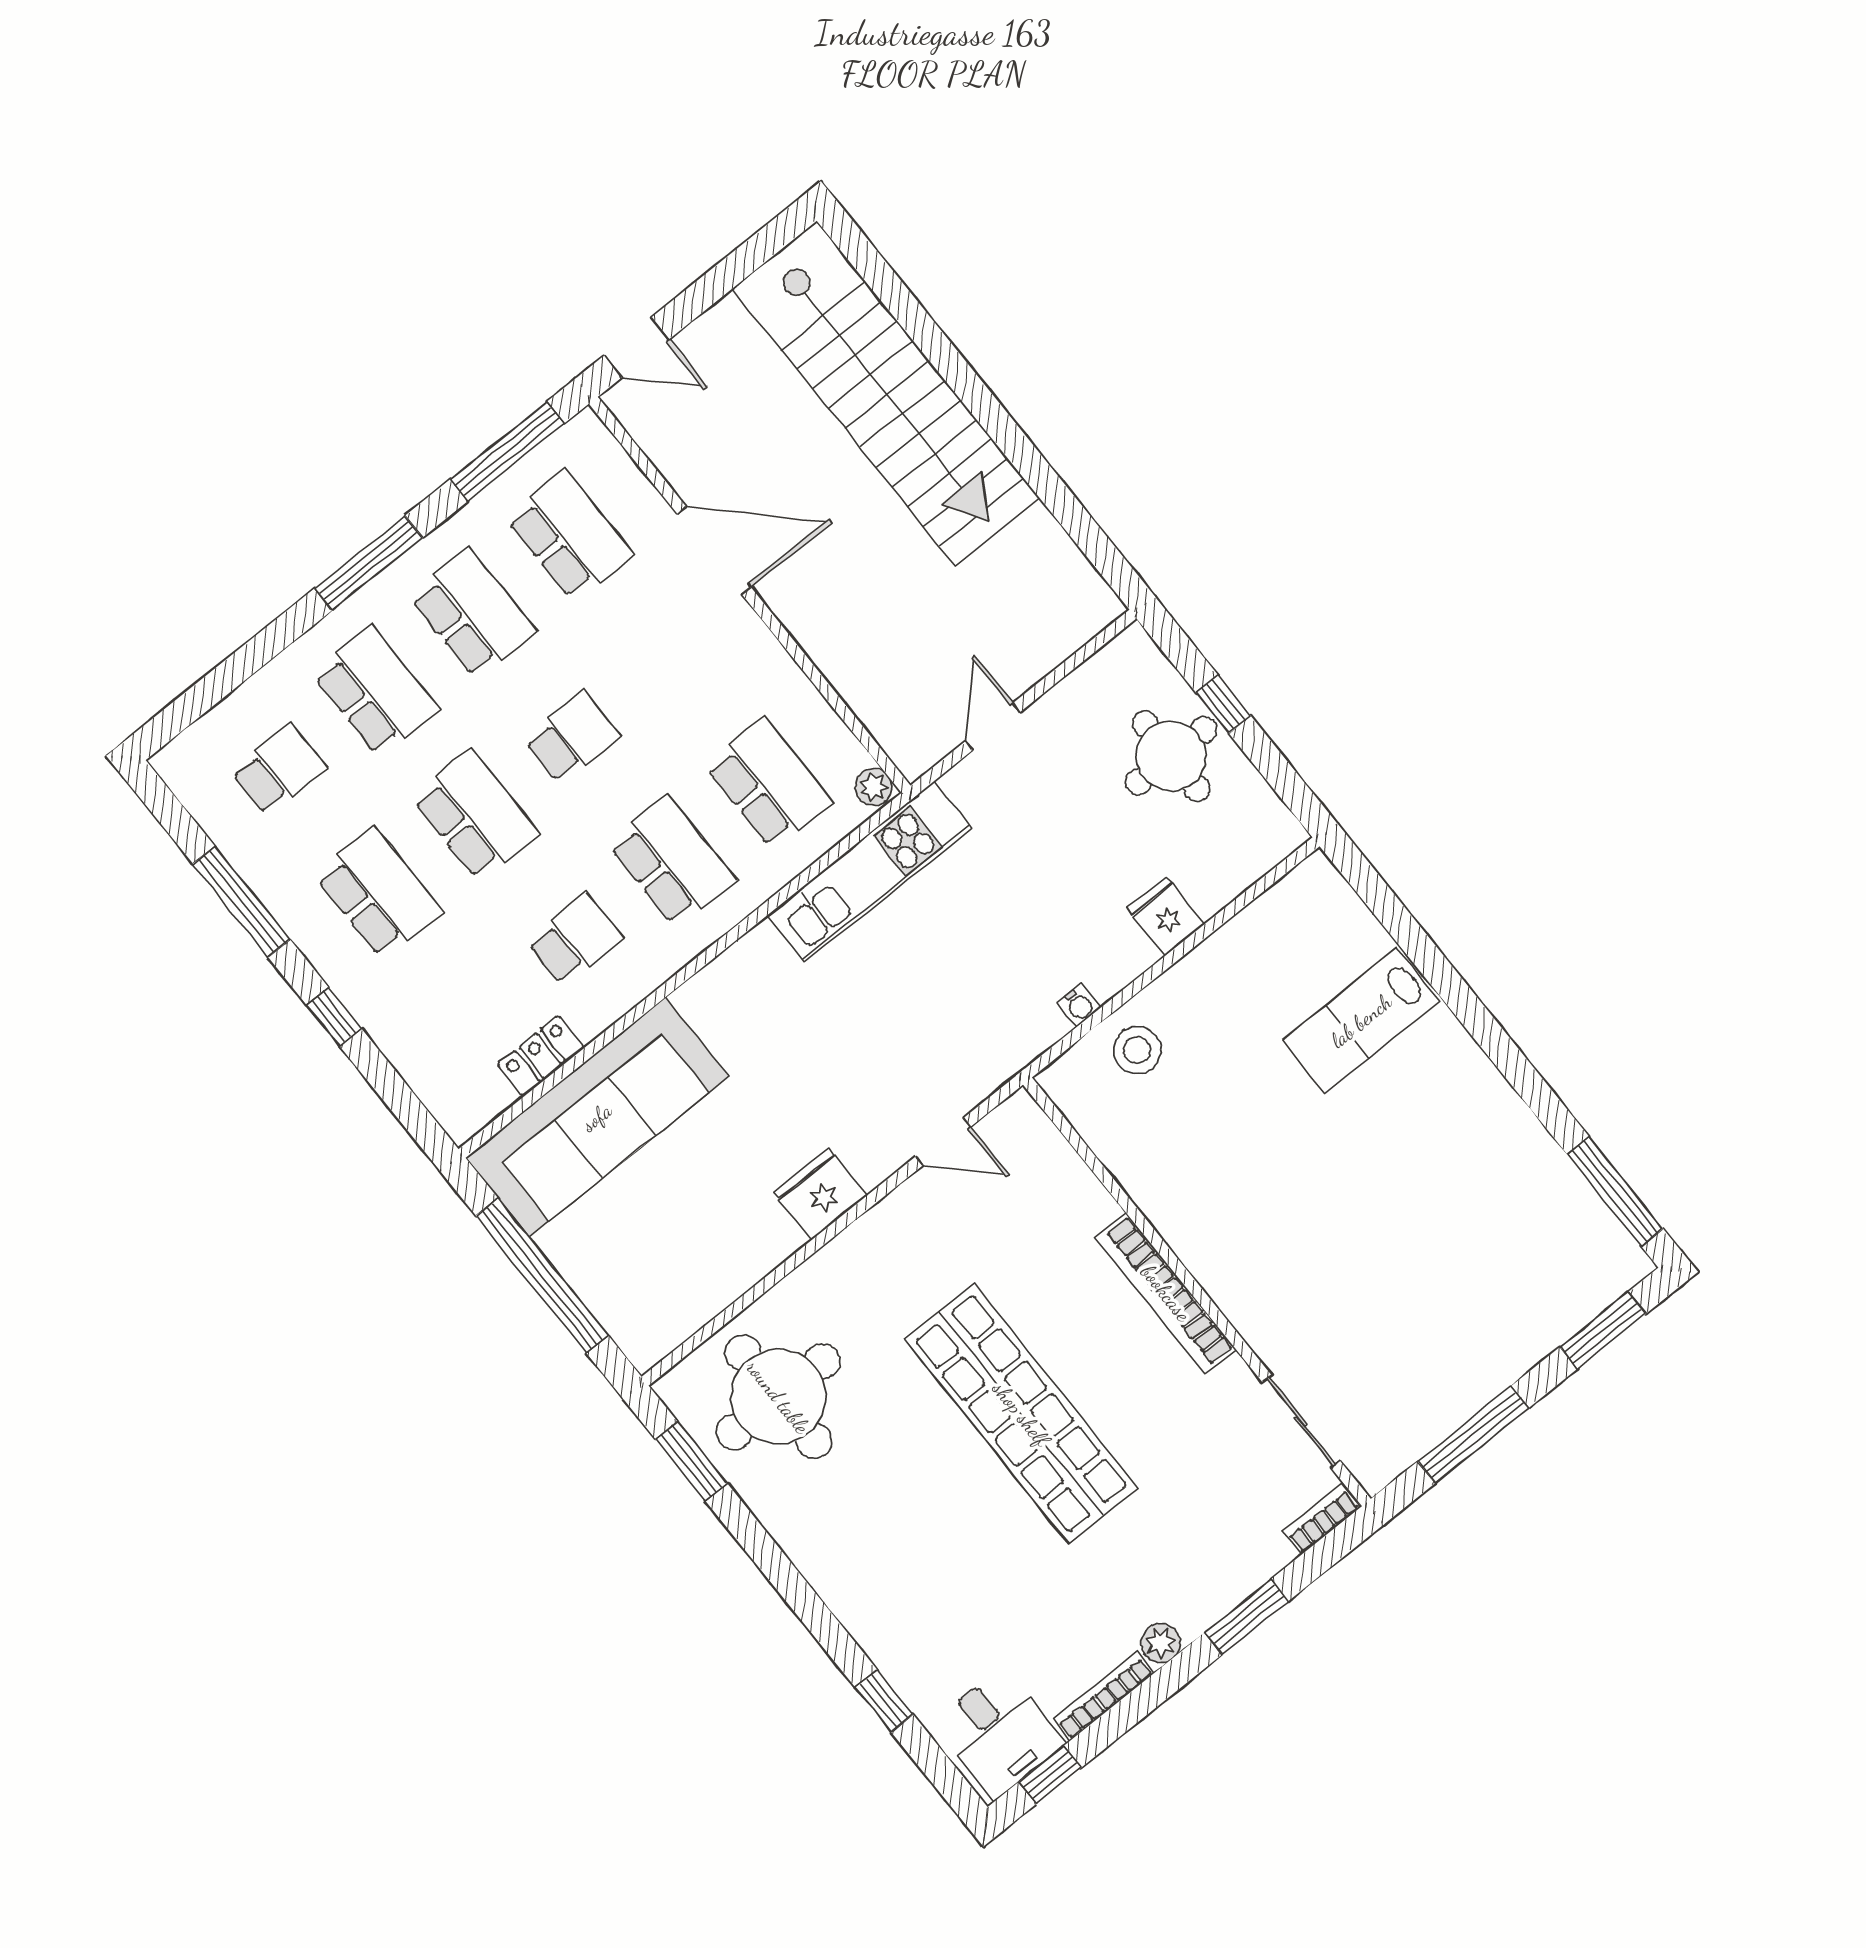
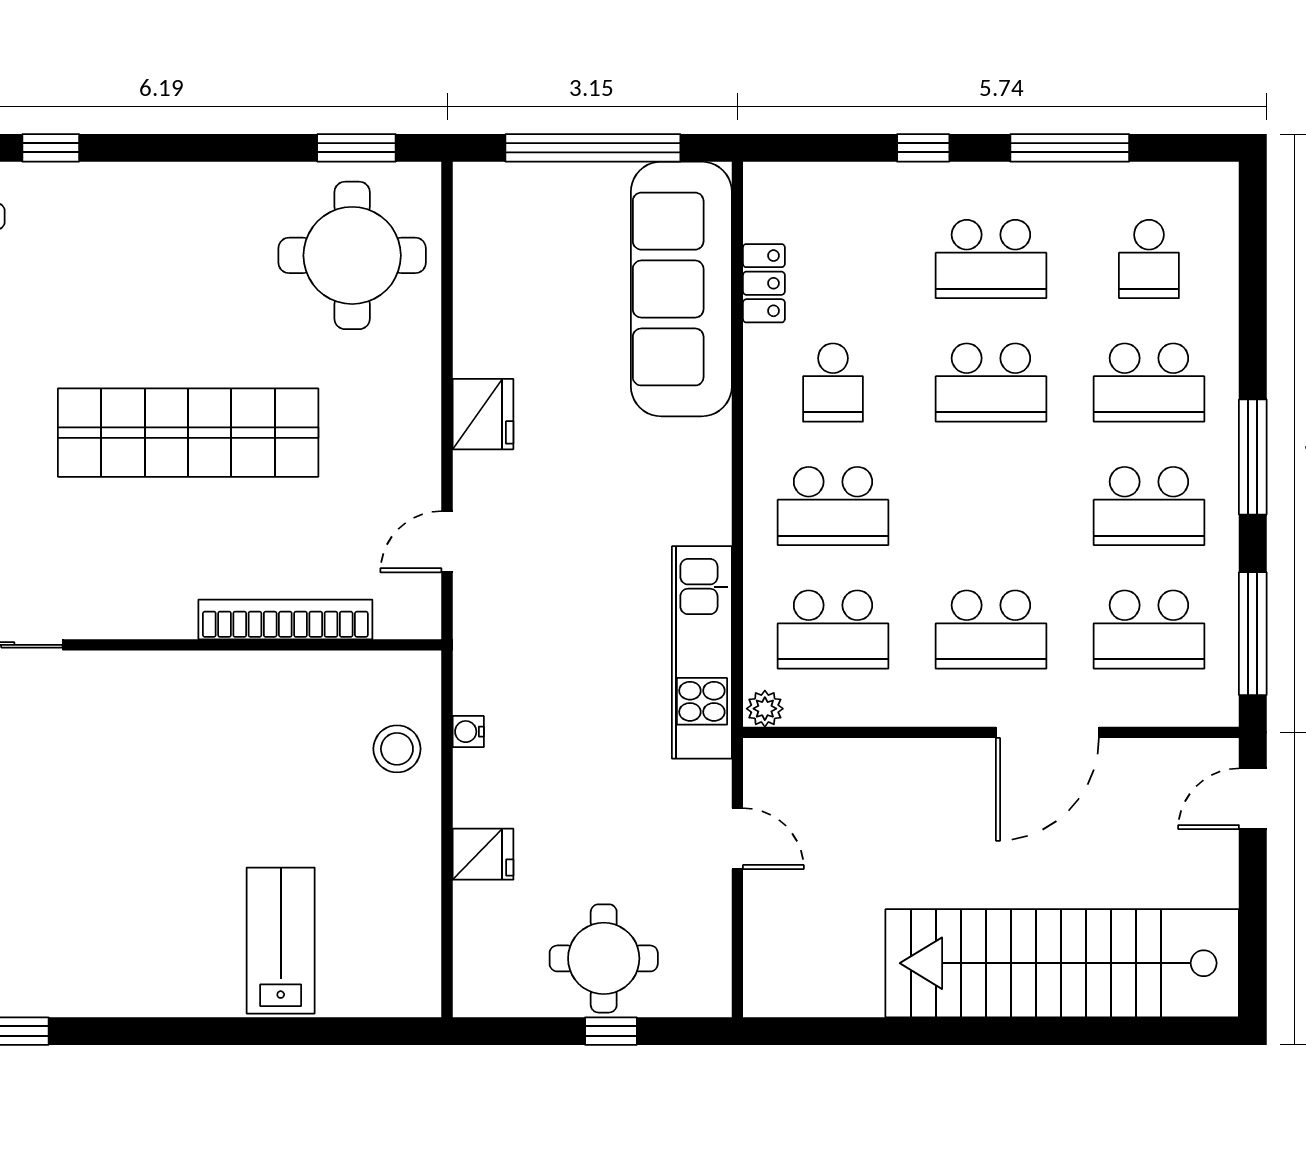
school desk: (572, 737) -> (991, 630), moved, width x1.85
bookcase: (1166, 1293) -> (285, 619), moved

